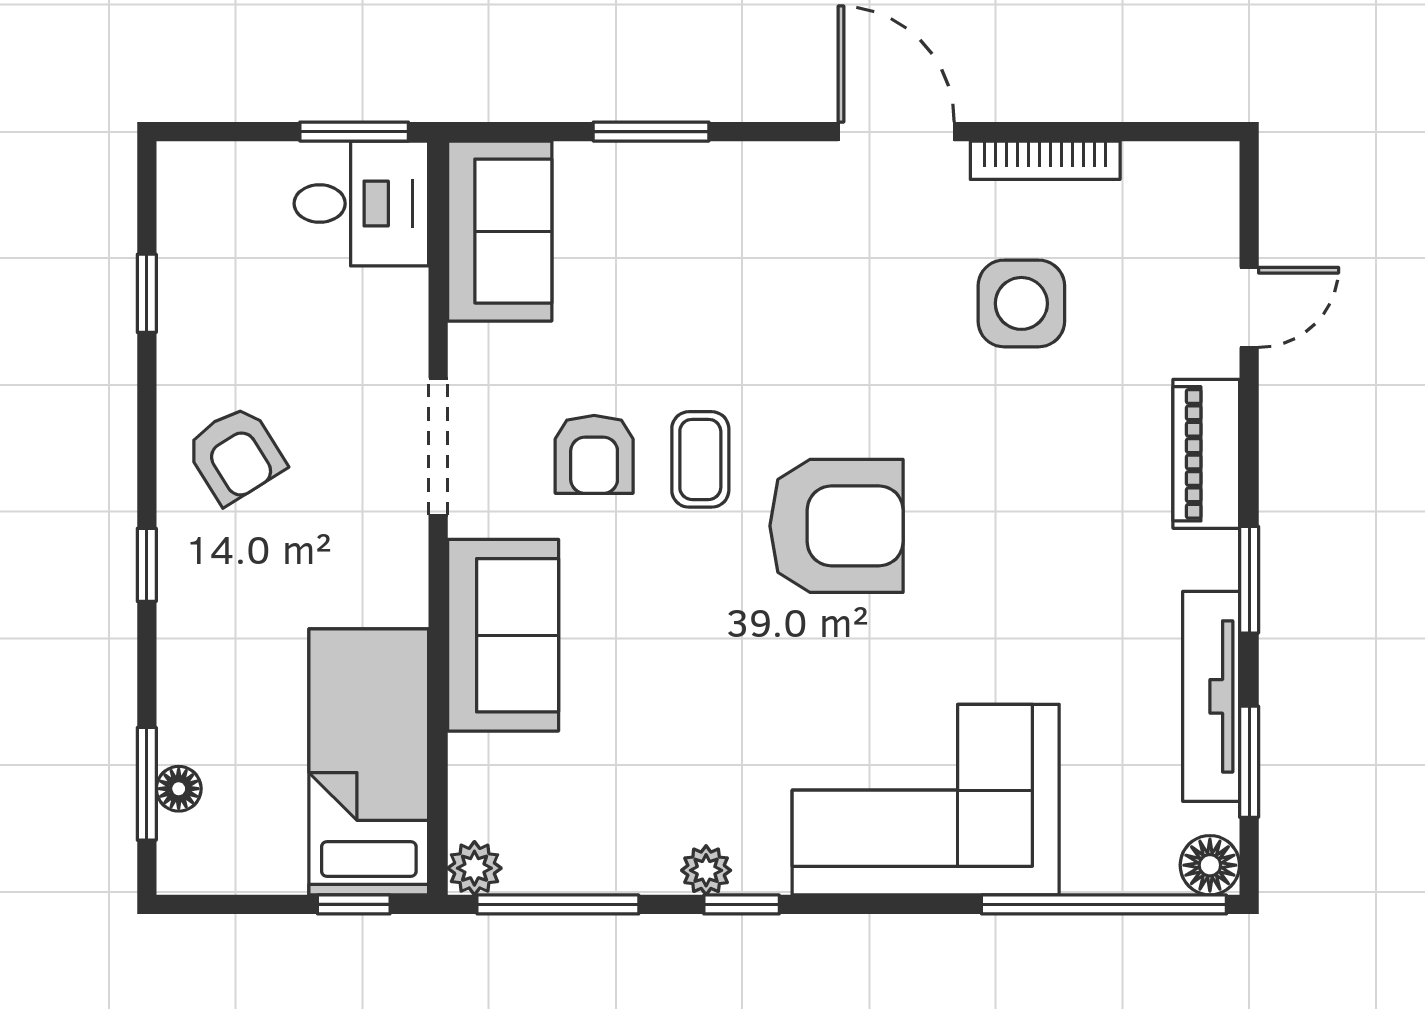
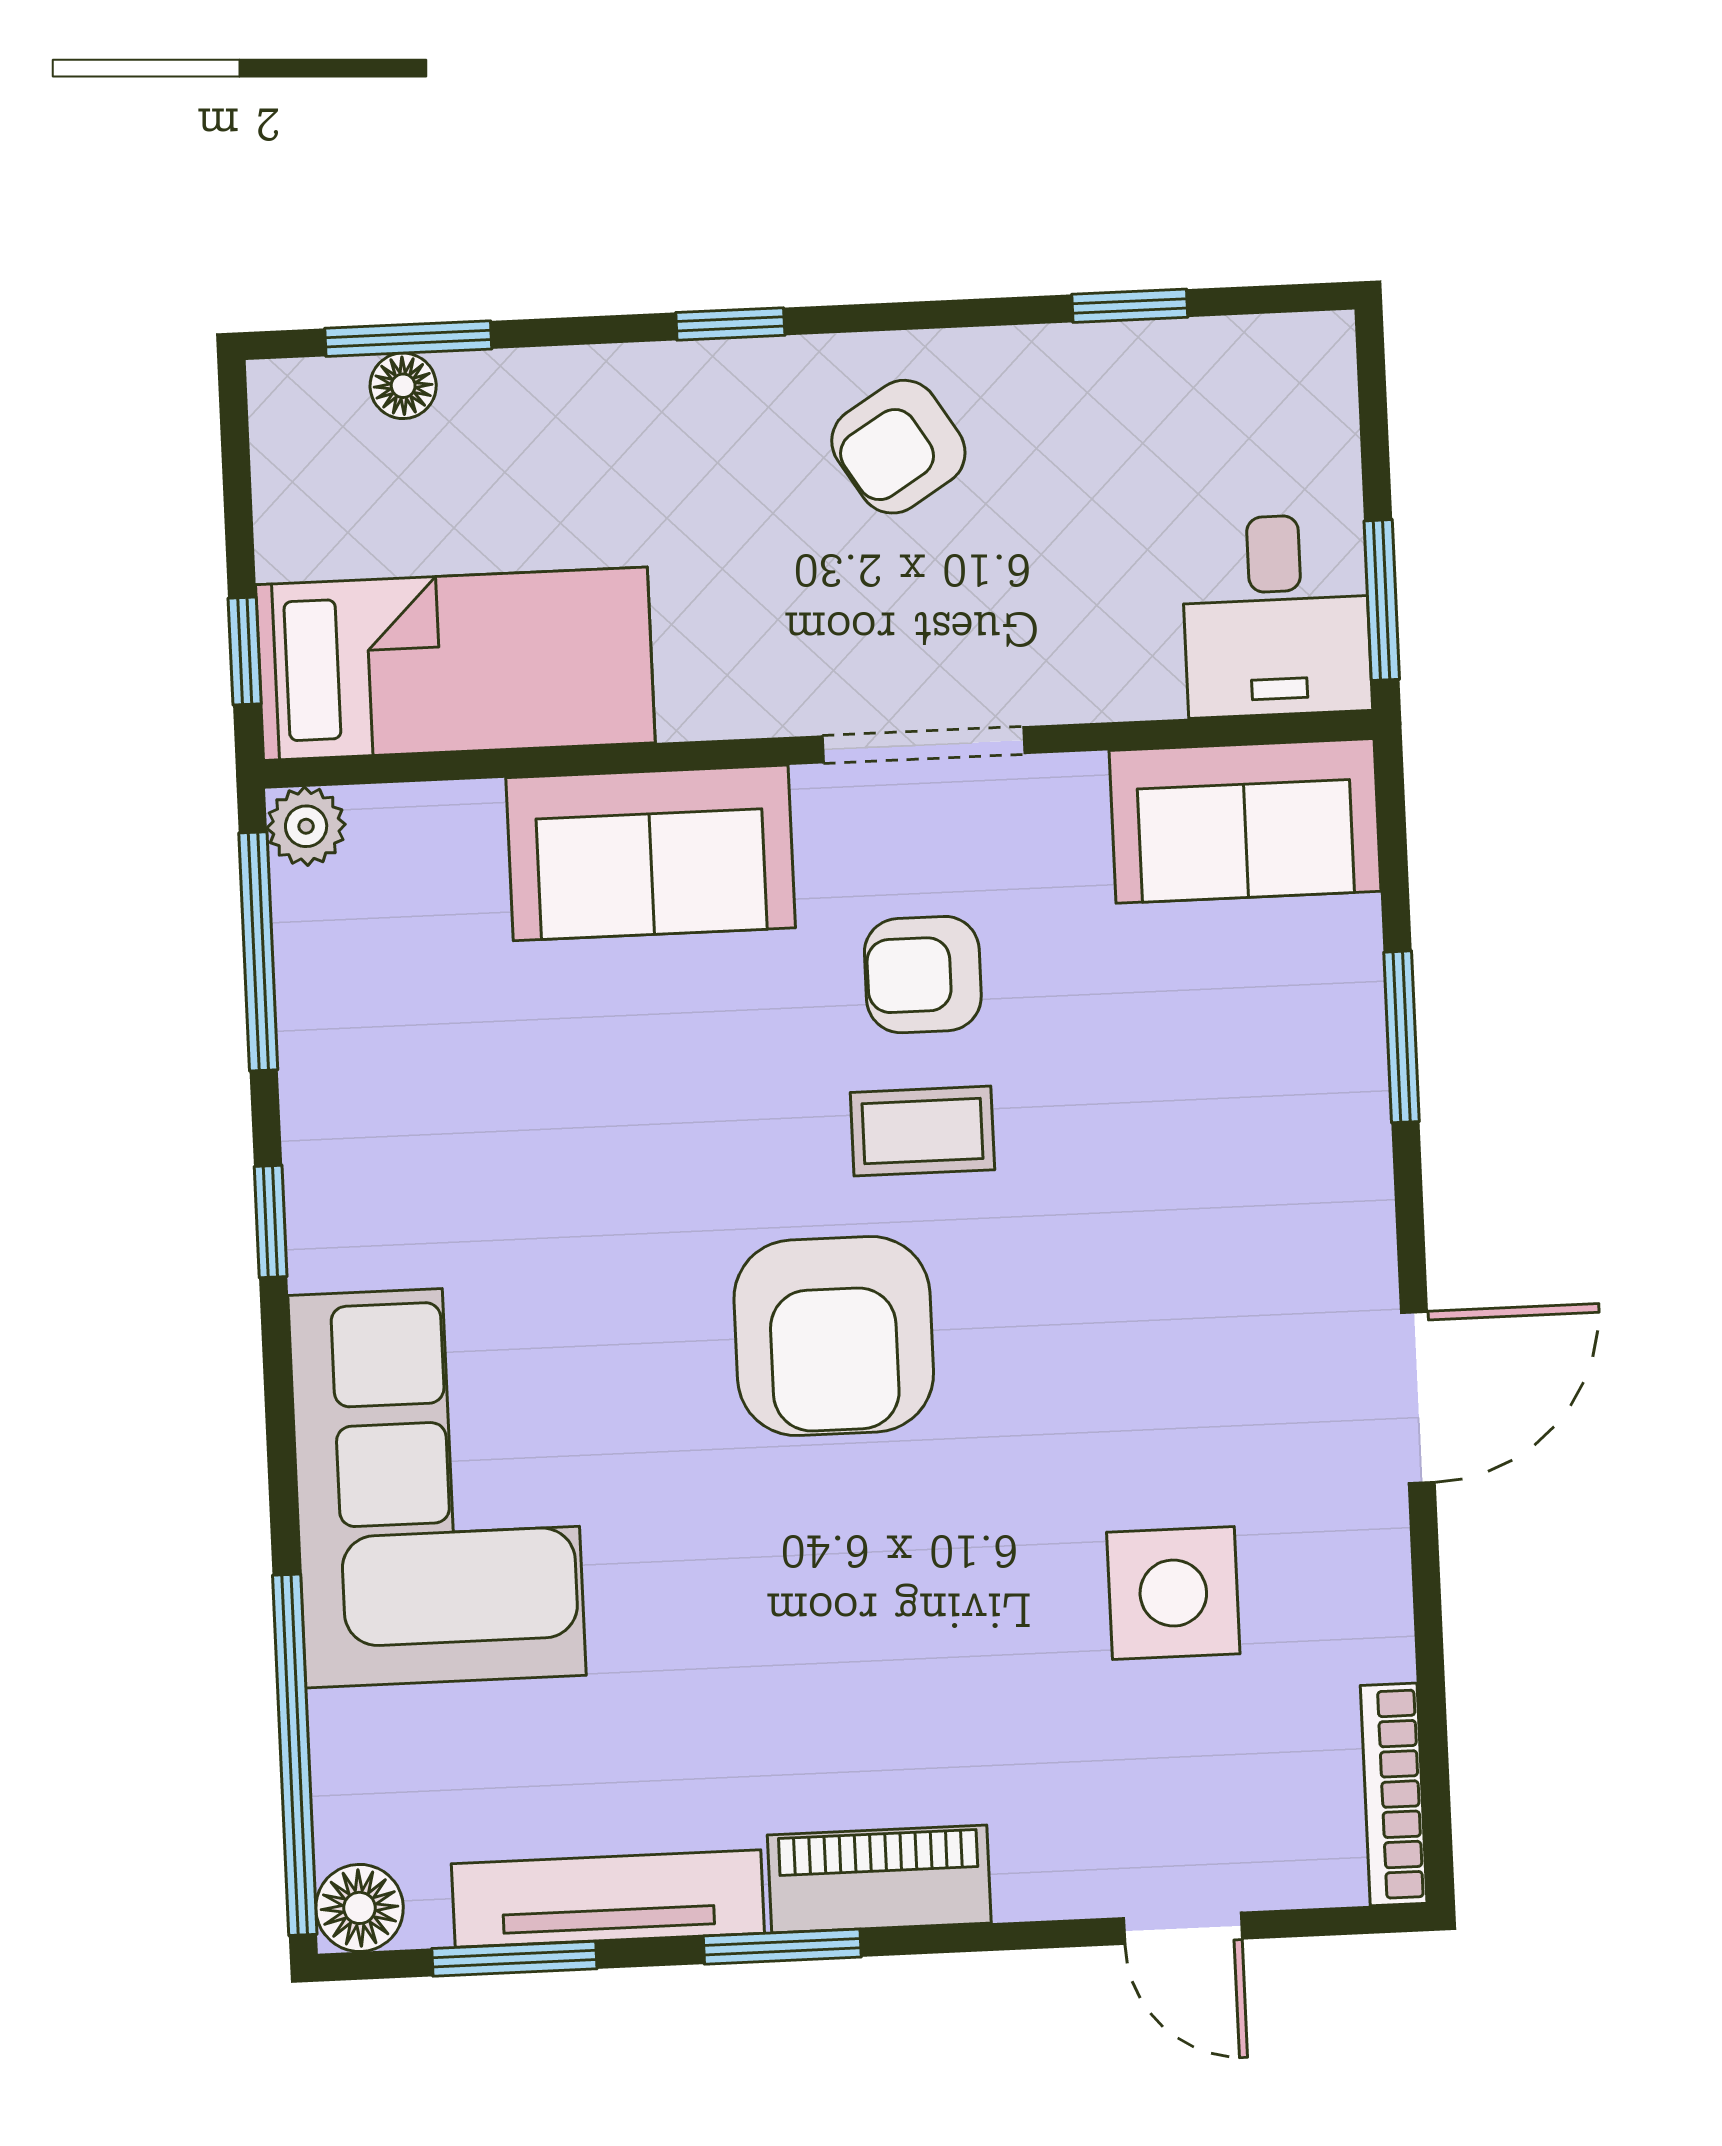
bookcase: (1045, 160) -> (1394, 1794), moved
piano: (1206, 454) -> (879, 1879), moved
plant: (706, 870) -> (318, 1167), removed

